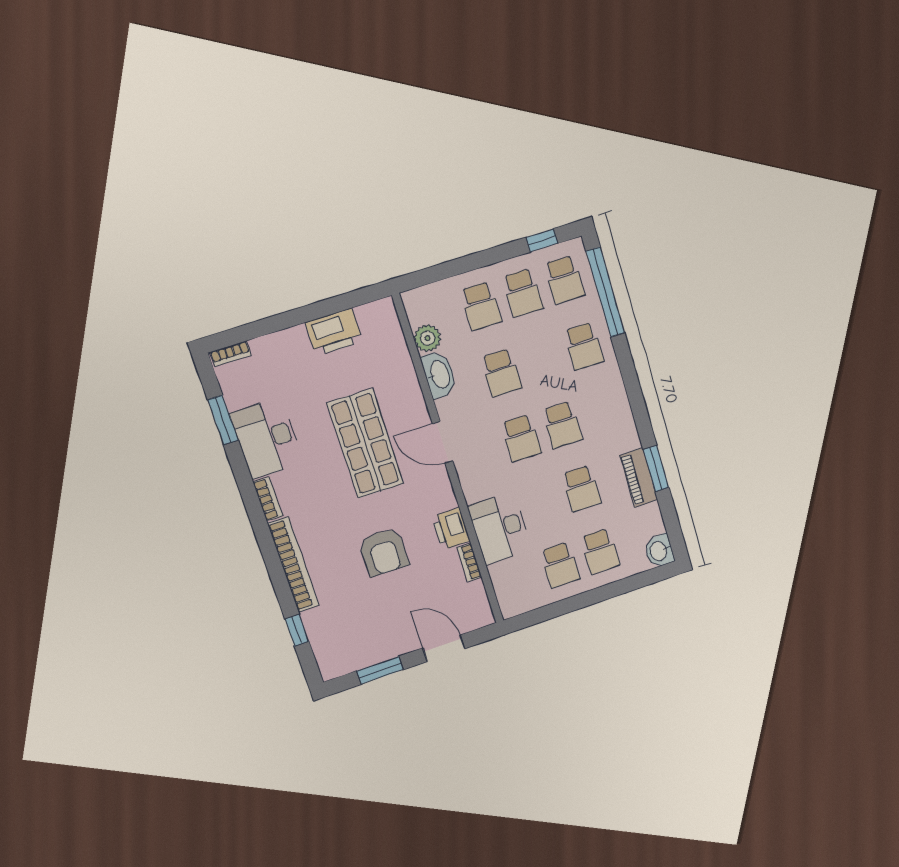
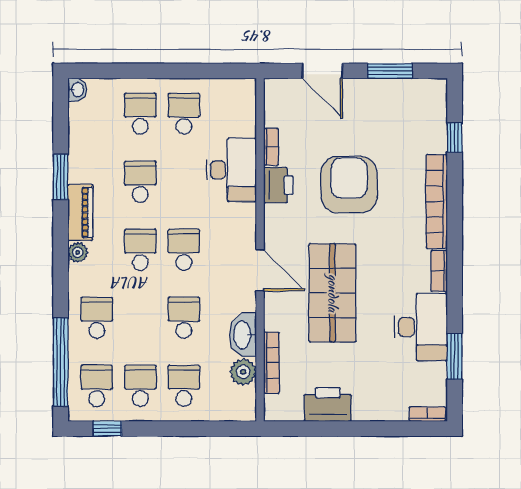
bookcase: (403, 356) -> (271, 363), added
plant: (620, 403) -> (78, 252), added
piano: (639, 478) -> (80, 212), moved
washbasin: (659, 551) -> (77, 90), width x0.72, depth x0.69
armchair: (384, 552) -> (349, 185), width x1.36, depth x1.36

